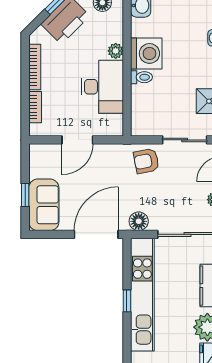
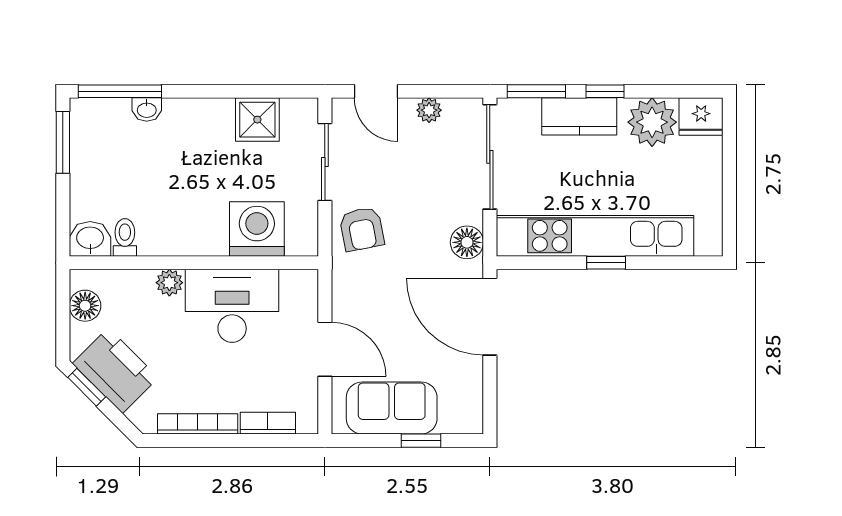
washing machine: (146, 53) -> (257, 229), moved
toilet: (142, 77) -> (125, 237), moved
sofa: (44, 205) -> (392, 408), moved

